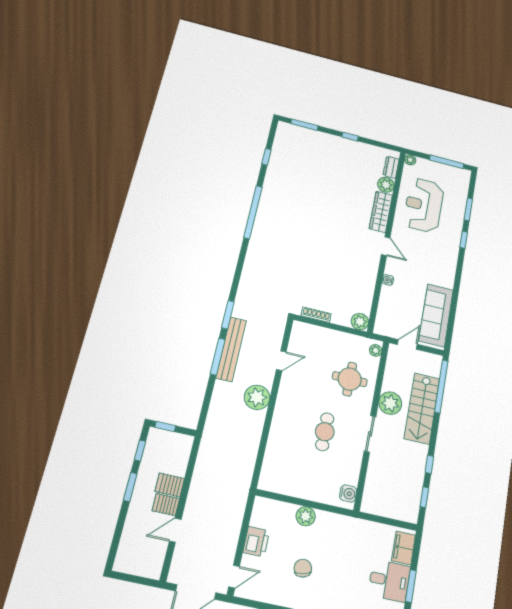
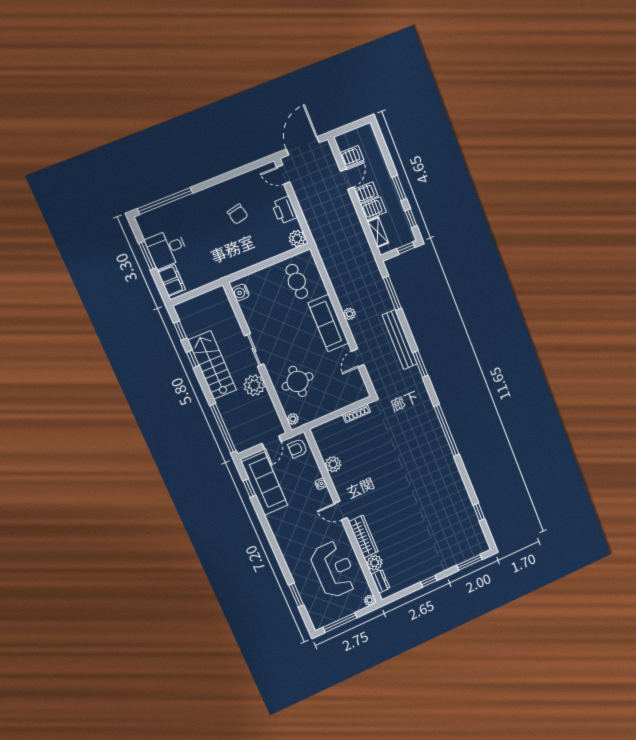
window: (253, 212) -> (447, 431), moved
window: (464, 240) -> (249, 488), moved
plant: (360, 322) -> (333, 464), moved
armchair: (388, 323) -> (297, 448), added
window: (218, 357) -> (392, 293), moved
plant: (257, 397) -> (349, 314), width x0.53, depth x0.53
stairs: (422, 408) -> (212, 365), moved
sofa: (287, 410) -> (328, 323), added
cafe table: (325, 432) -> (297, 281), moved
shelving: (182, 460) -> (378, 232), added
plant: (306, 516) -> (297, 239), moved
server rack: (155, 549) -> (352, 156), added
door: (234, 577) -> (283, 175), hinge flipped

